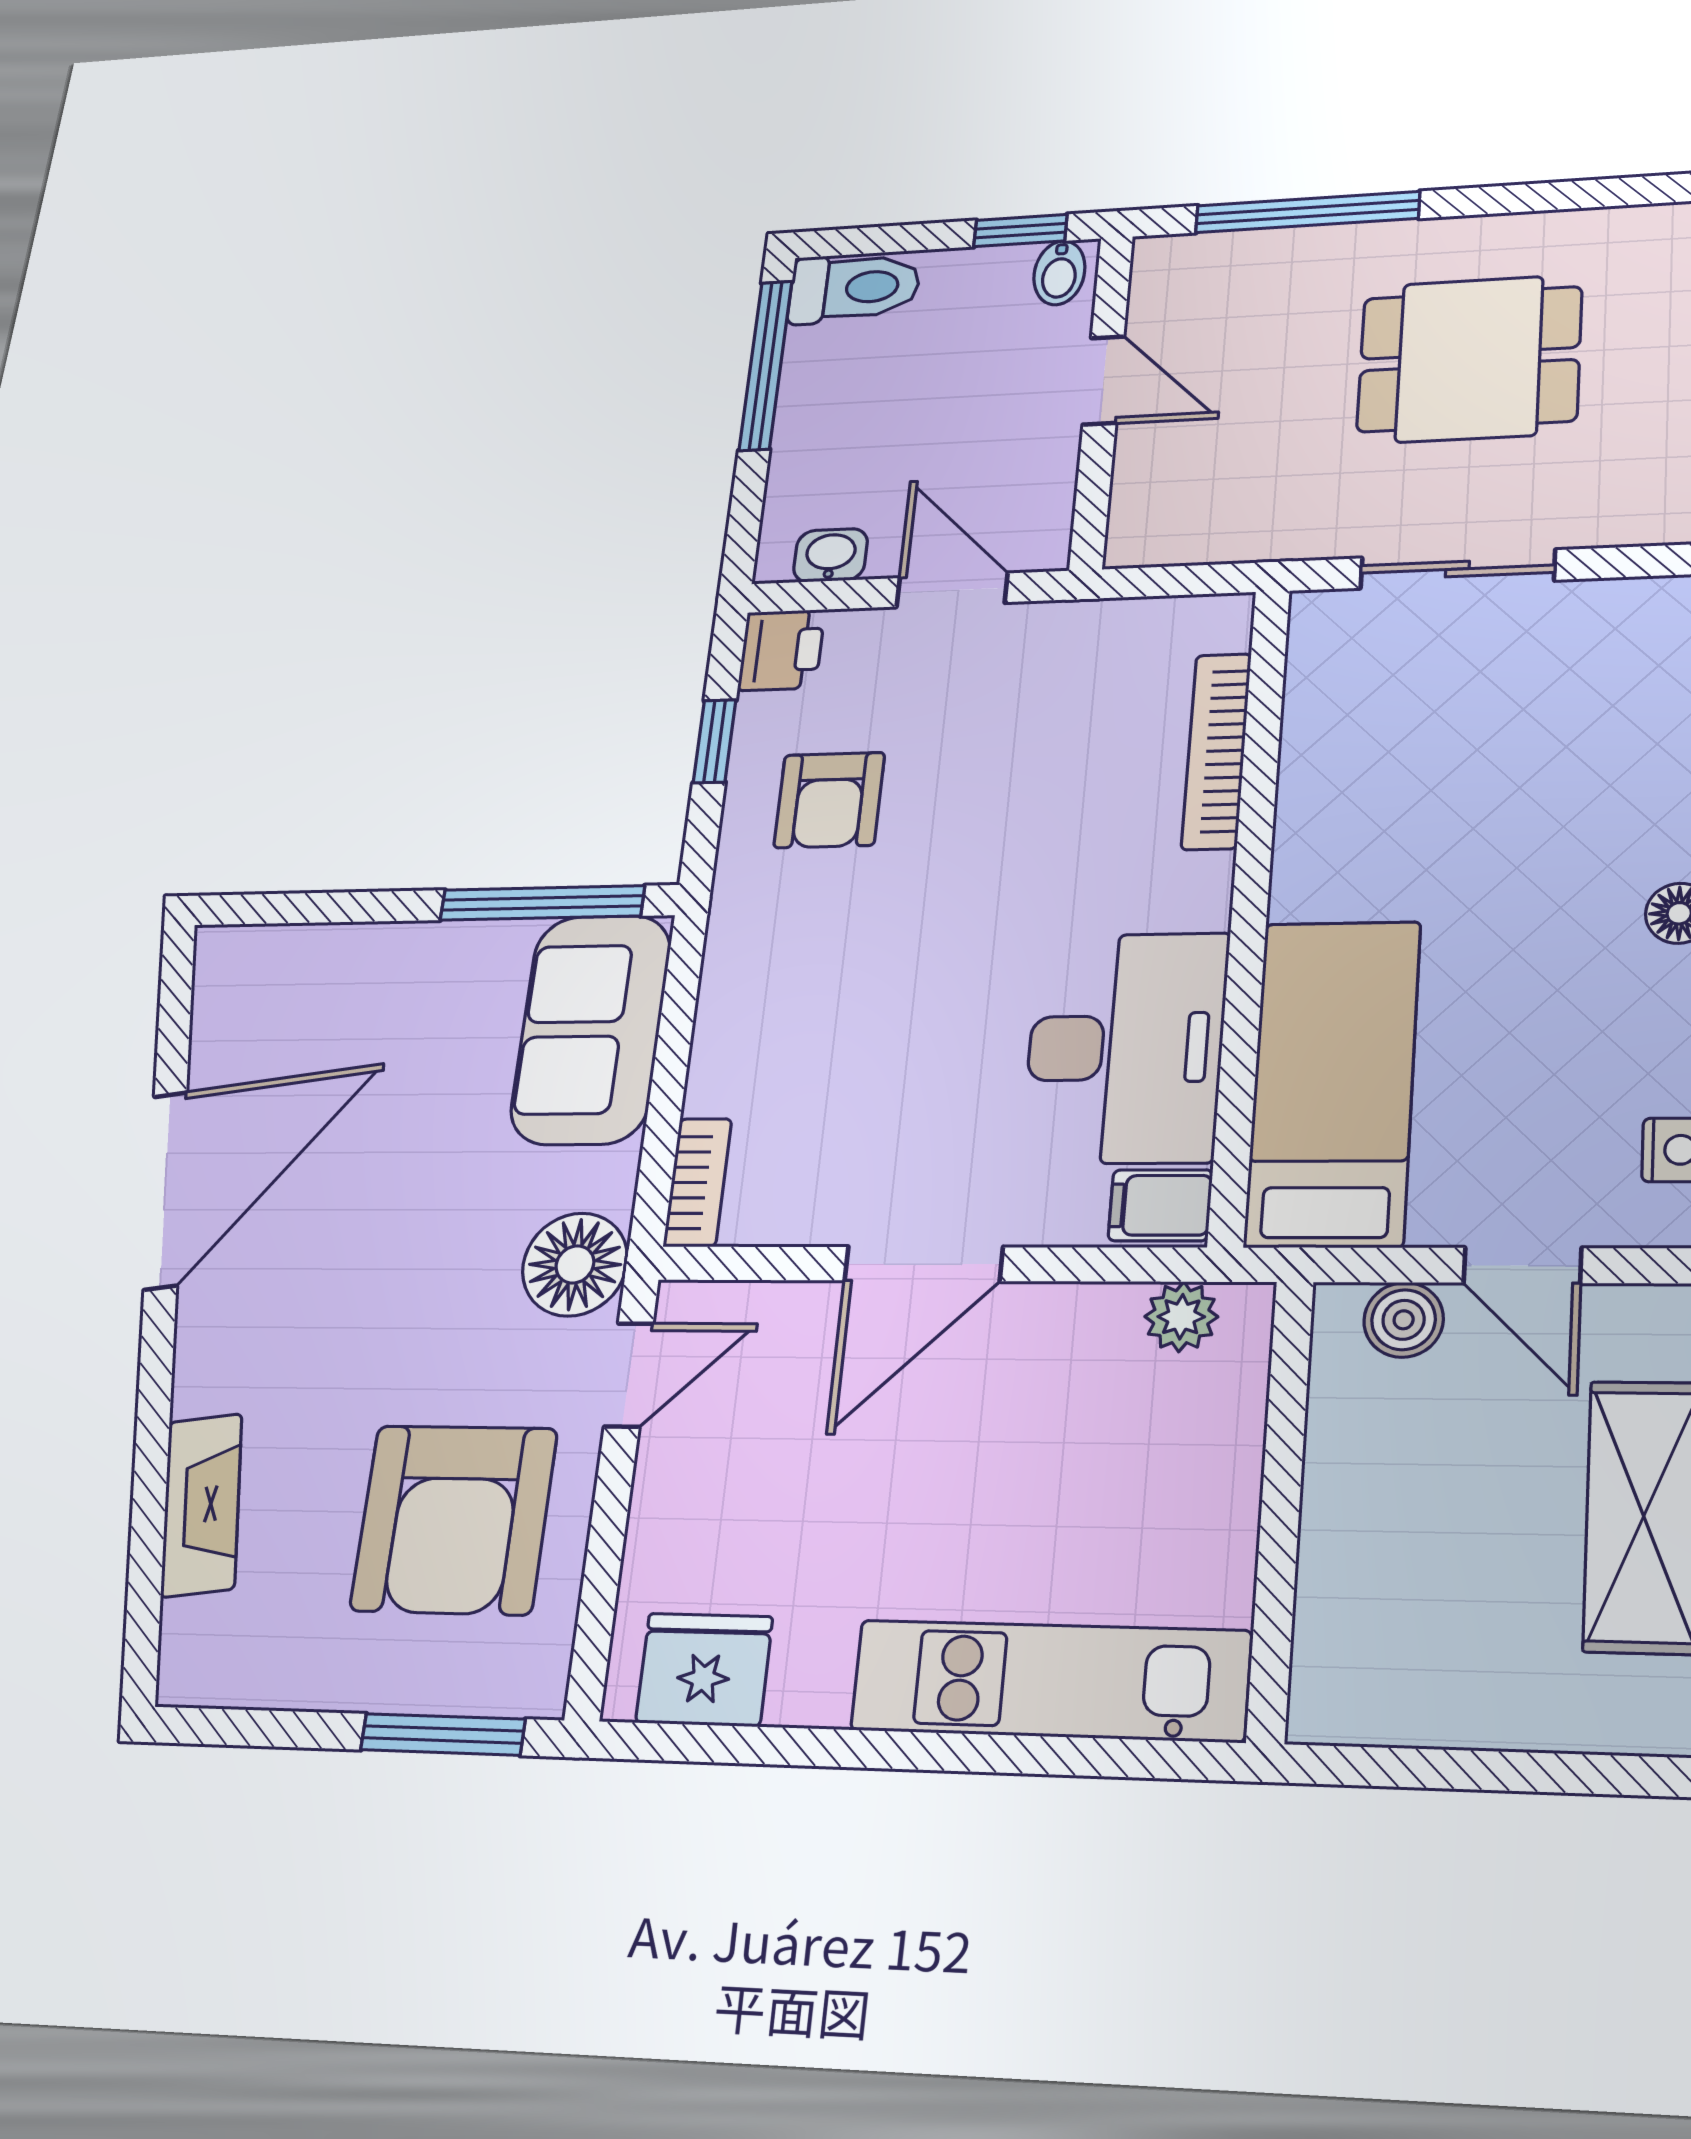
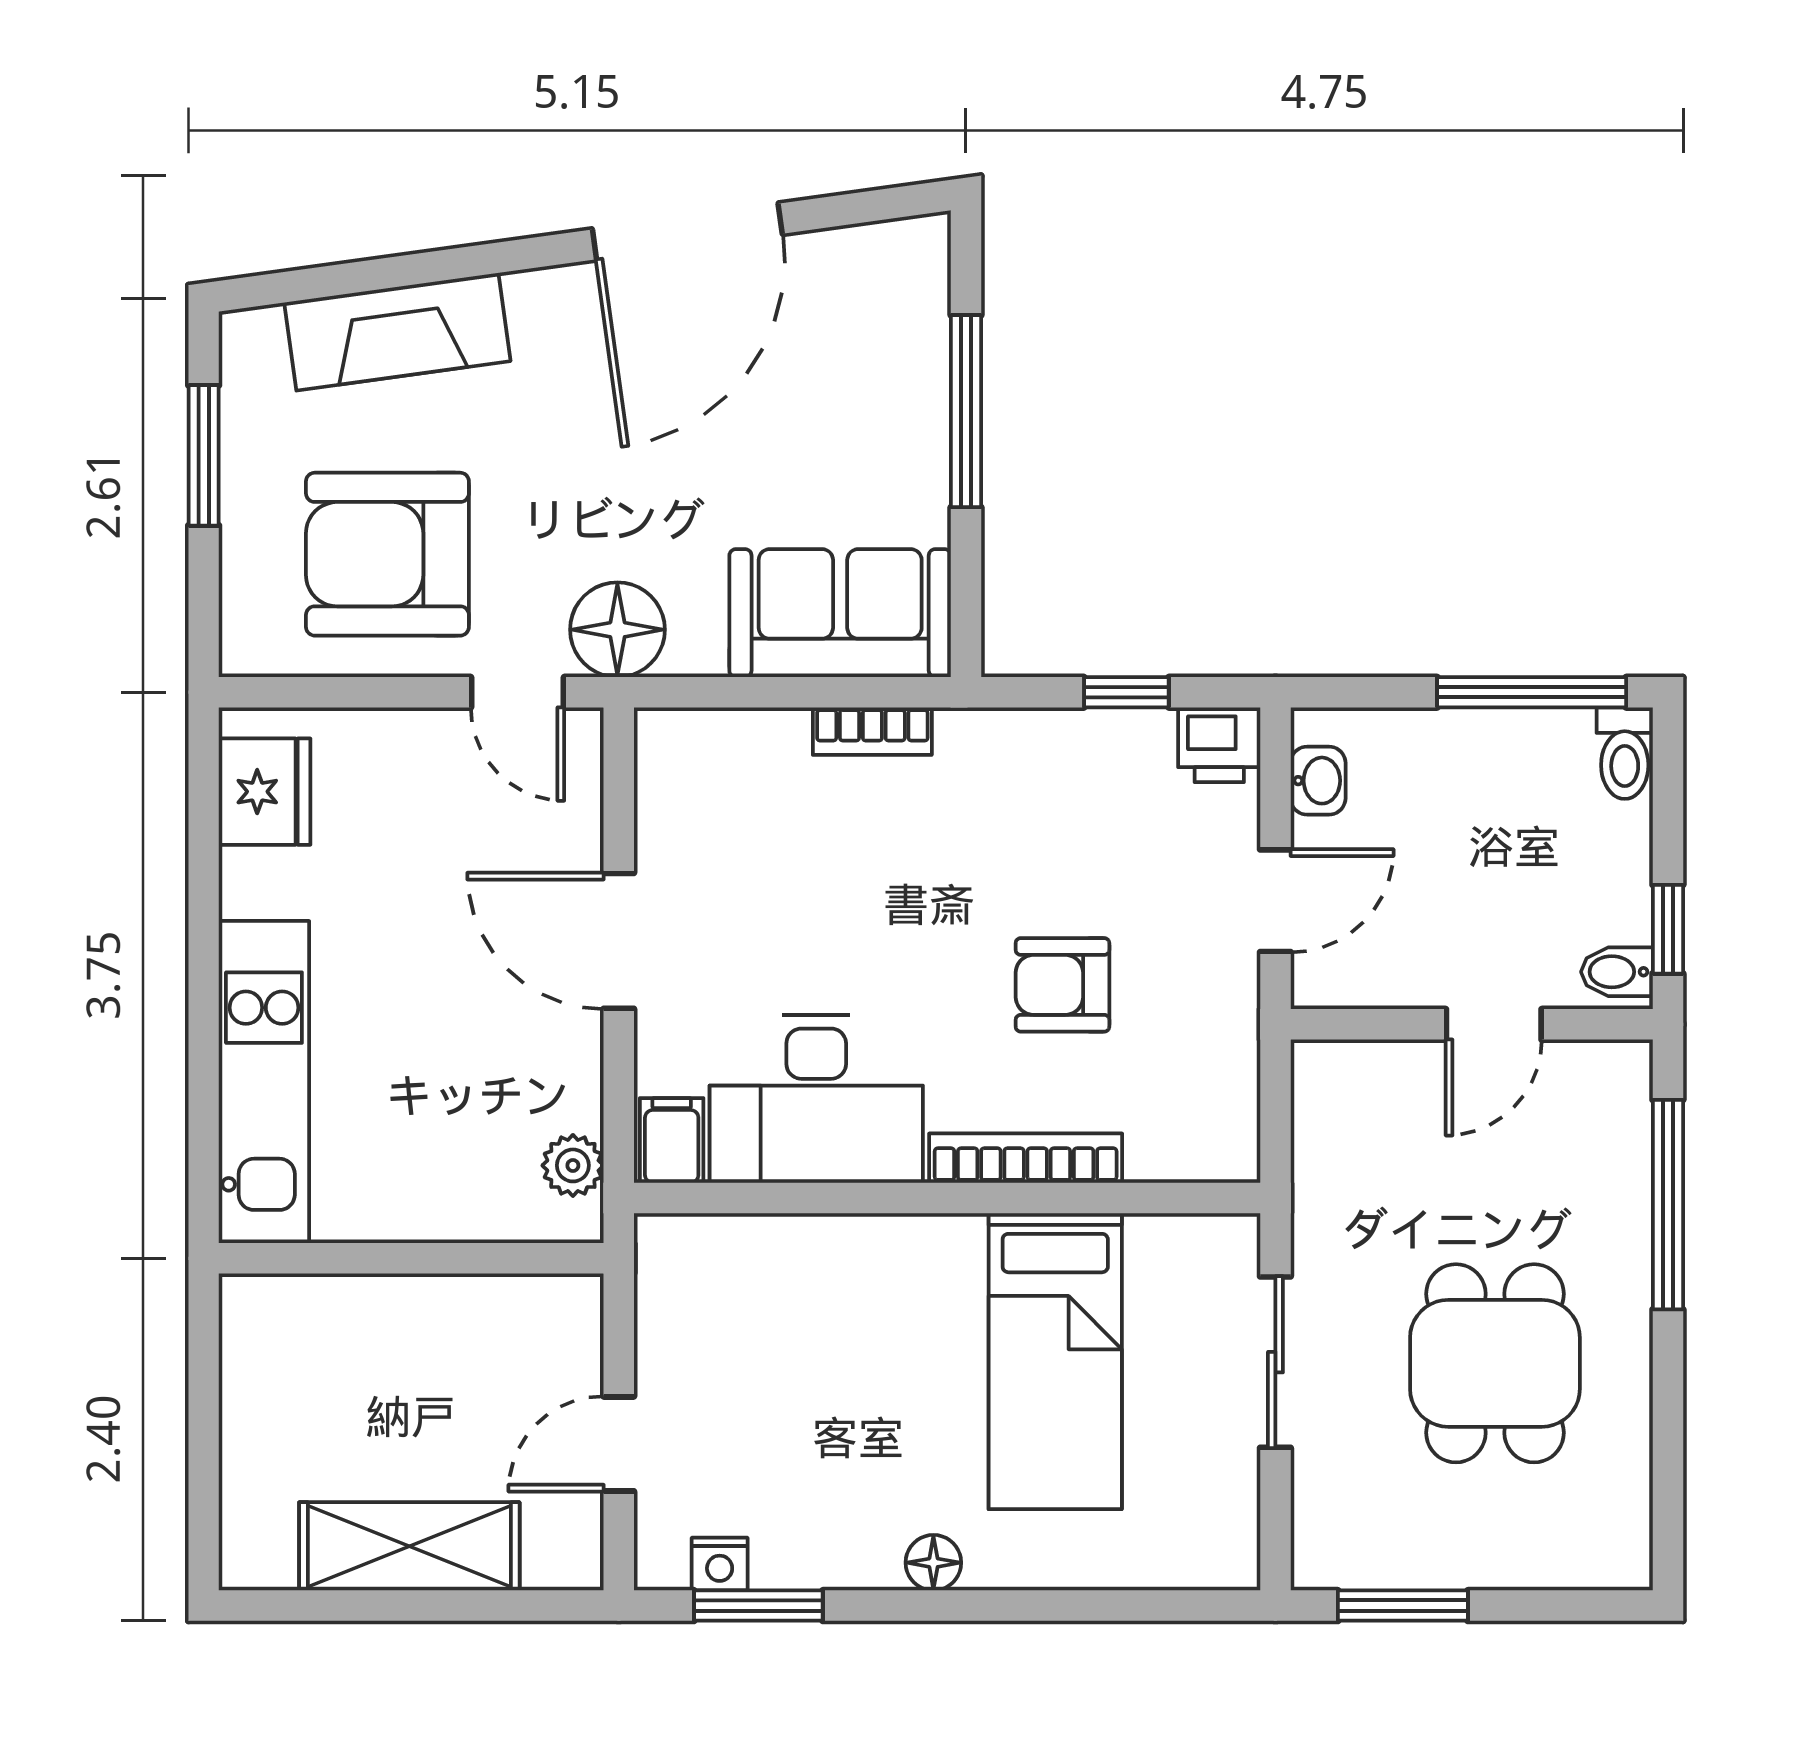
toilet: (854, 288) -> (1625, 753), width x0.73, depth x0.72
bookcase: (1216, 751) -> (1026, 1158), moved
armchair: (829, 800) -> (1062, 985), moved
window: (542, 903) -> (966, 411), moved
bed: (1333, 1083) -> (1055, 1361), moved, turned 90
bookcase: (697, 1182) -> (872, 731), moved
door: (165, 1190) -> (687, 232), hinge flipped
boiler: (1404, 1320) -> (571, 1349), removed
fireplace: (202, 1505) -> (397, 332), width x1.37, depth x1.32
window: (443, 1734) -> (204, 455), moved

